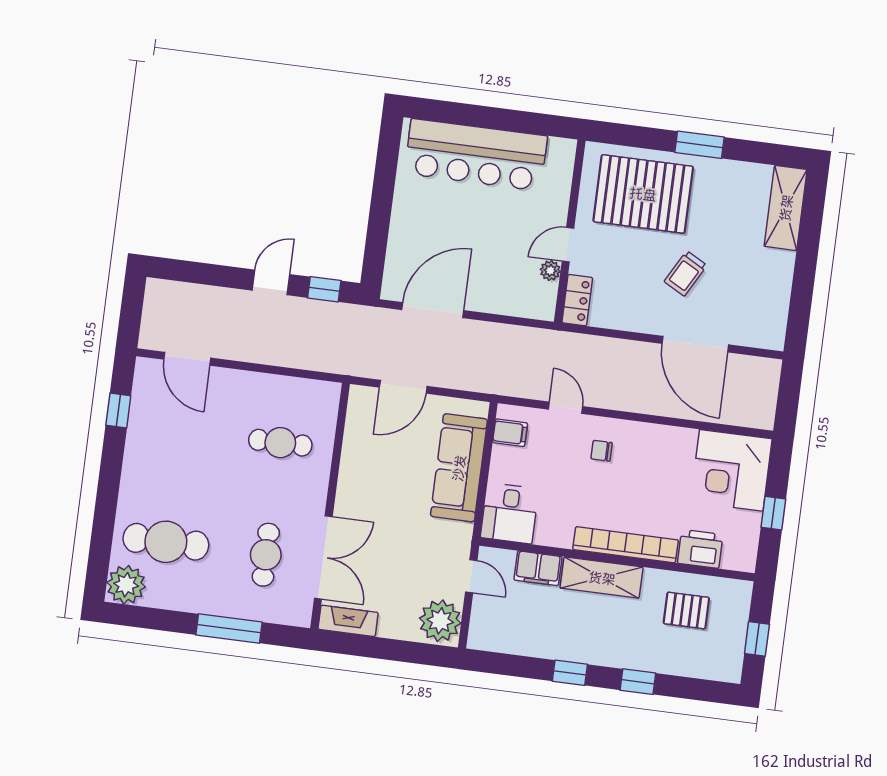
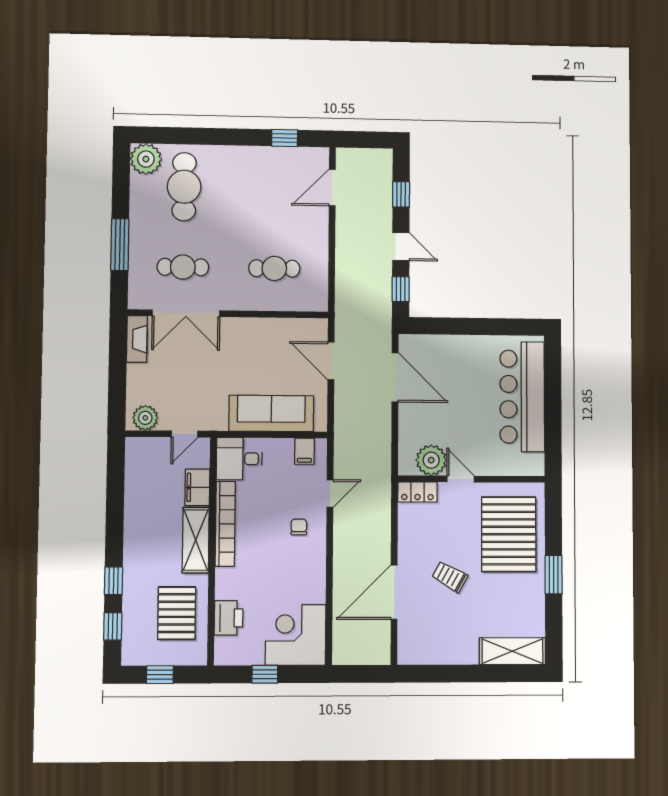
plant: (550, 271) -> (431, 460), width x1.88, depth x1.88
window: (205, 274) -> (401, 194), added
cafe table: (280, 443) -> (274, 268), turned 90
bookcase: (626, 545) -> (225, 524), moved
pallet: (686, 611) -> (177, 613), width x1.50, depth x1.42
plant: (440, 621) -> (145, 418), width x0.73, depth x0.73
window: (570, 673) -> (113, 626), moved

